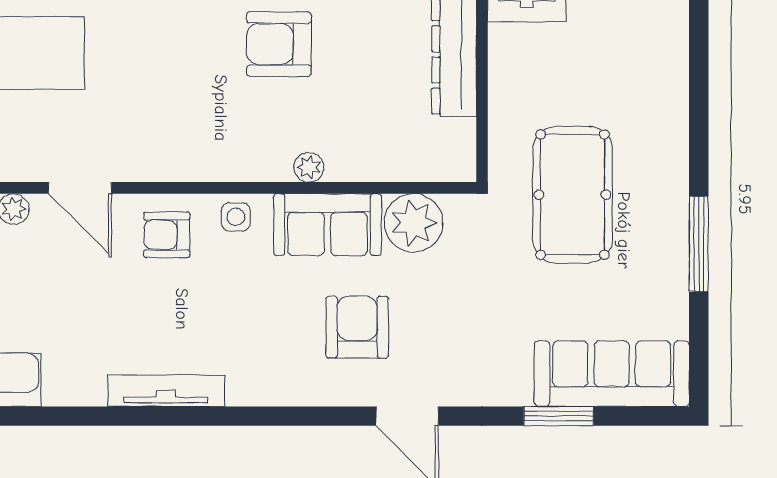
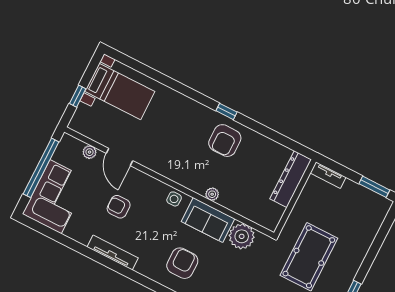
armchair: (279, 44) -> (225, 141), turned -90
armchair: (167, 235) -> (119, 207), moved
armchair: (357, 327) -> (182, 263), moved

